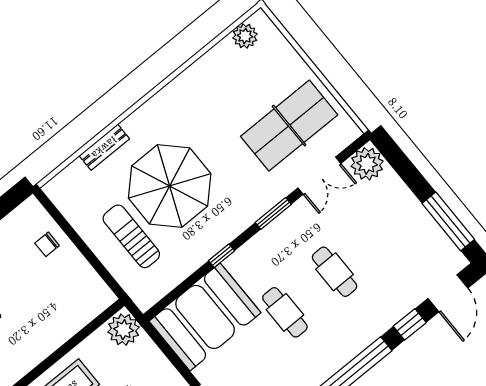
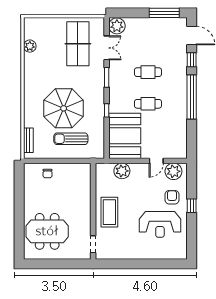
plant: (245, 36) -> (30, 46), moved
bench: (104, 147) -> (28, 140), moved
plant: (124, 330) -> (122, 171), moved

